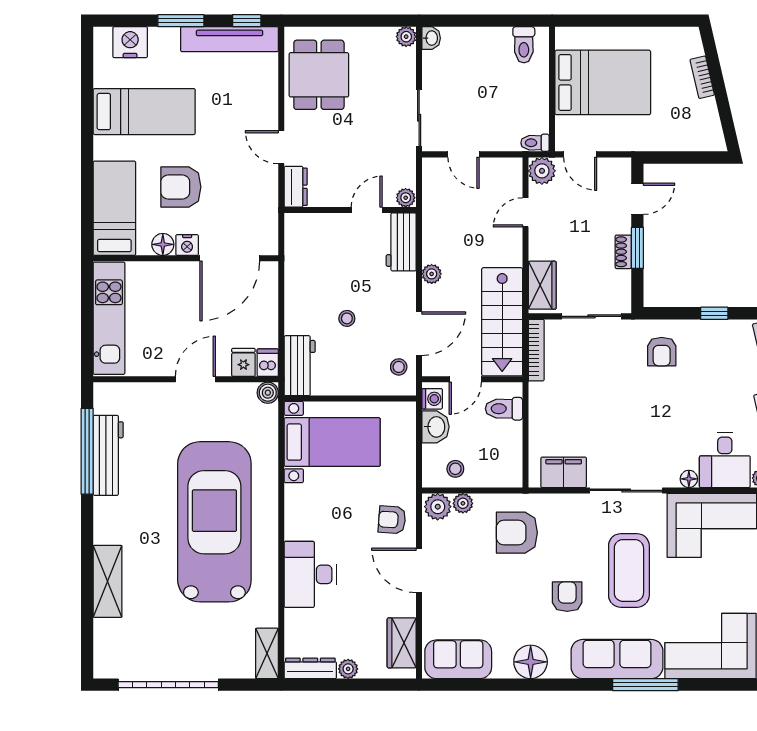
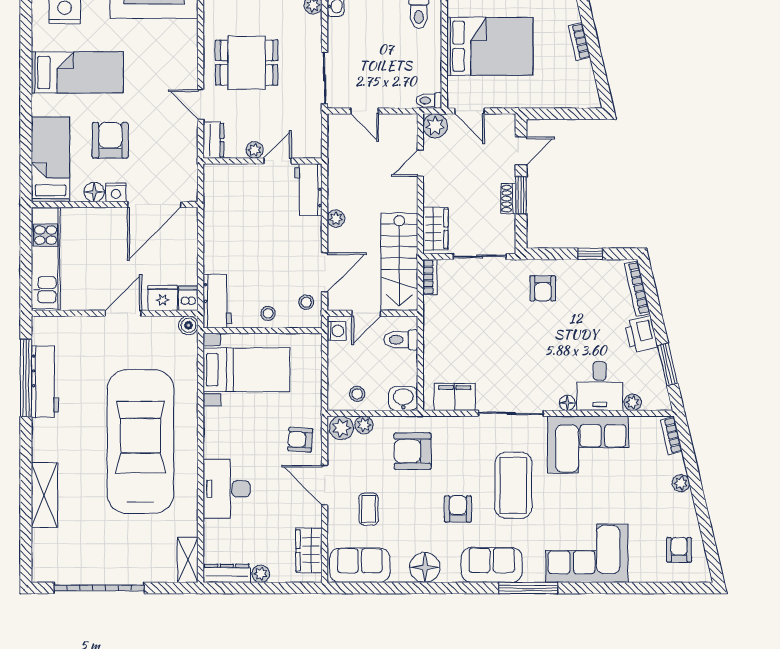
dining table: (319, 75) -> (247, 63), moved, turned 90
armchair: (181, 187) -> (110, 140), turned 90
plant: (406, 198) -> (255, 150), moved
stool: (347, 318) -> (268, 313), moved
bookcase: (536, 350) -> (430, 277), width x0.64
fridge: (243, 362) -> (163, 298), width x1.38
washbasin: (436, 427) -> (403, 399), moved, turned -90
coffee table: (468, 597) -> (369, 509), added
sofa: (617, 659) -> (492, 565), width x0.73

